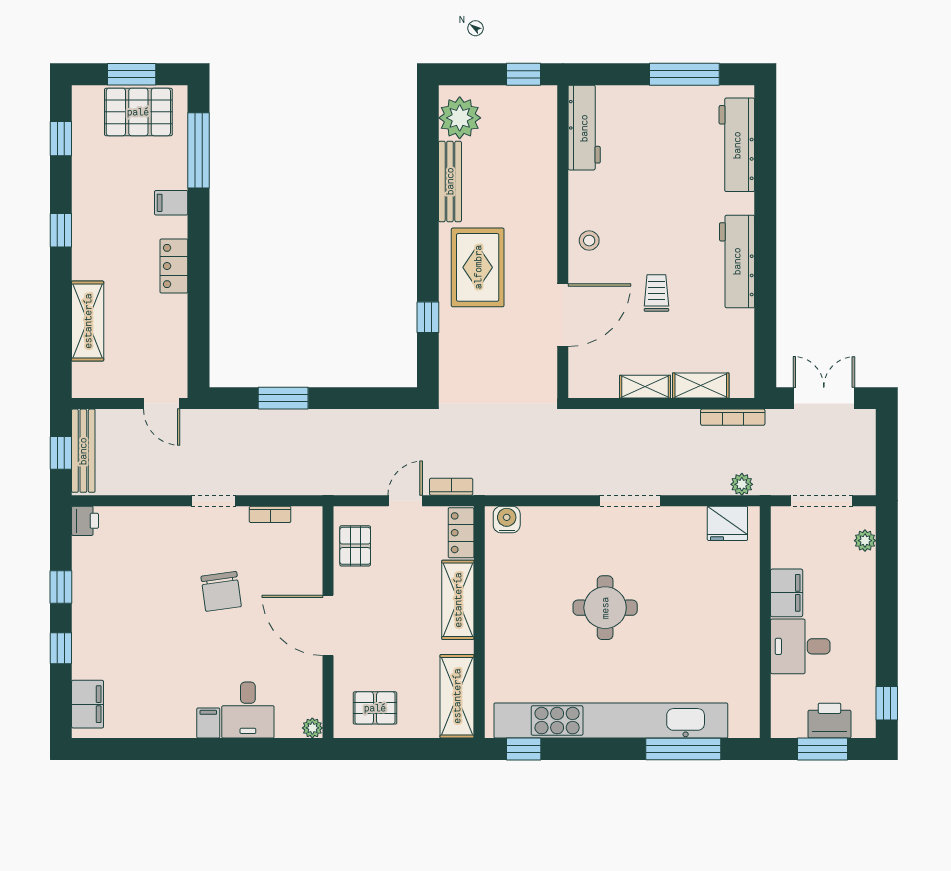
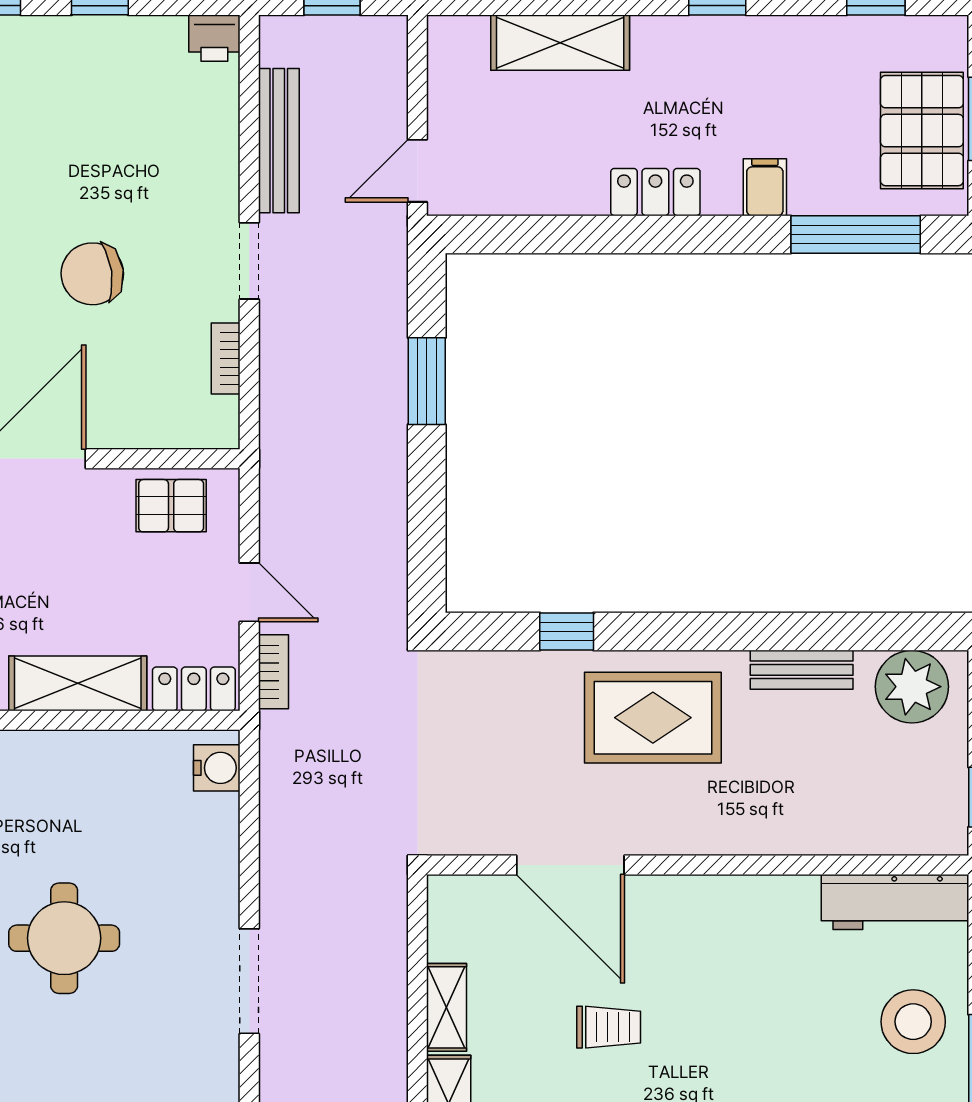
bench: (450, 181) -> (802, 670), width x0.73
stool: (589, 241) -> (913, 1022), moved, width x1.89, depth x1.89
bench: (83, 451) -> (279, 141), moved, turned 90

